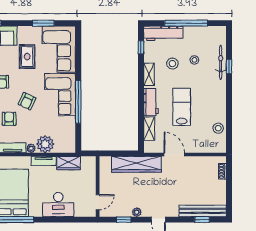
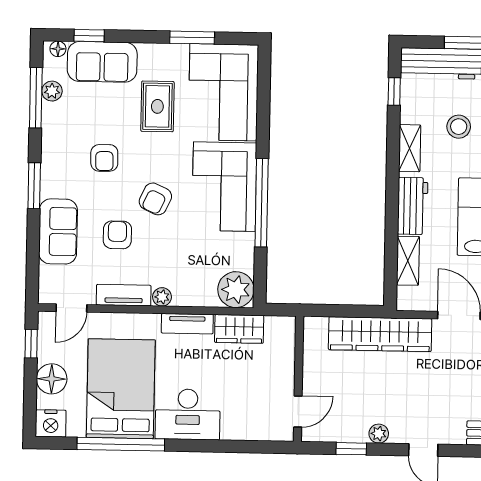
plant: (45, 144) -> (236, 290), moved
desk: (58, 205) -> (188, 414), moved

